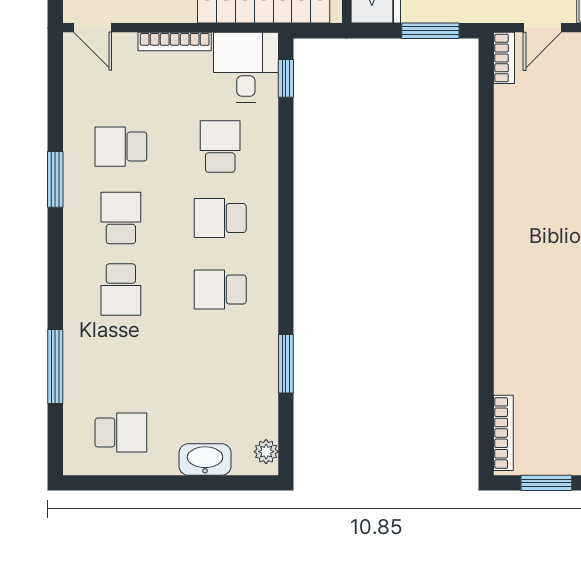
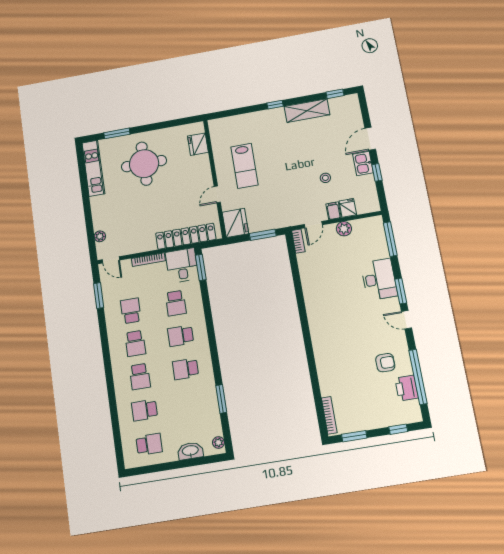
window: (286, 78) -> (201, 267), width x1.50
school desk: (121, 147) -> (131, 311), turned 90
school desk: (220, 147) -> (176, 303), turned 180
window: (55, 179) -> (99, 296), moved
school desk: (121, 218) -> (135, 343), turned 180
school desk: (121, 361) -> (144, 410), added
window: (55, 366) -> (115, 418), removed

